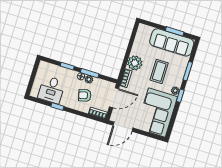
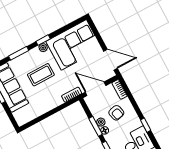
plant: (135, 63) -> (53, 100), removed

